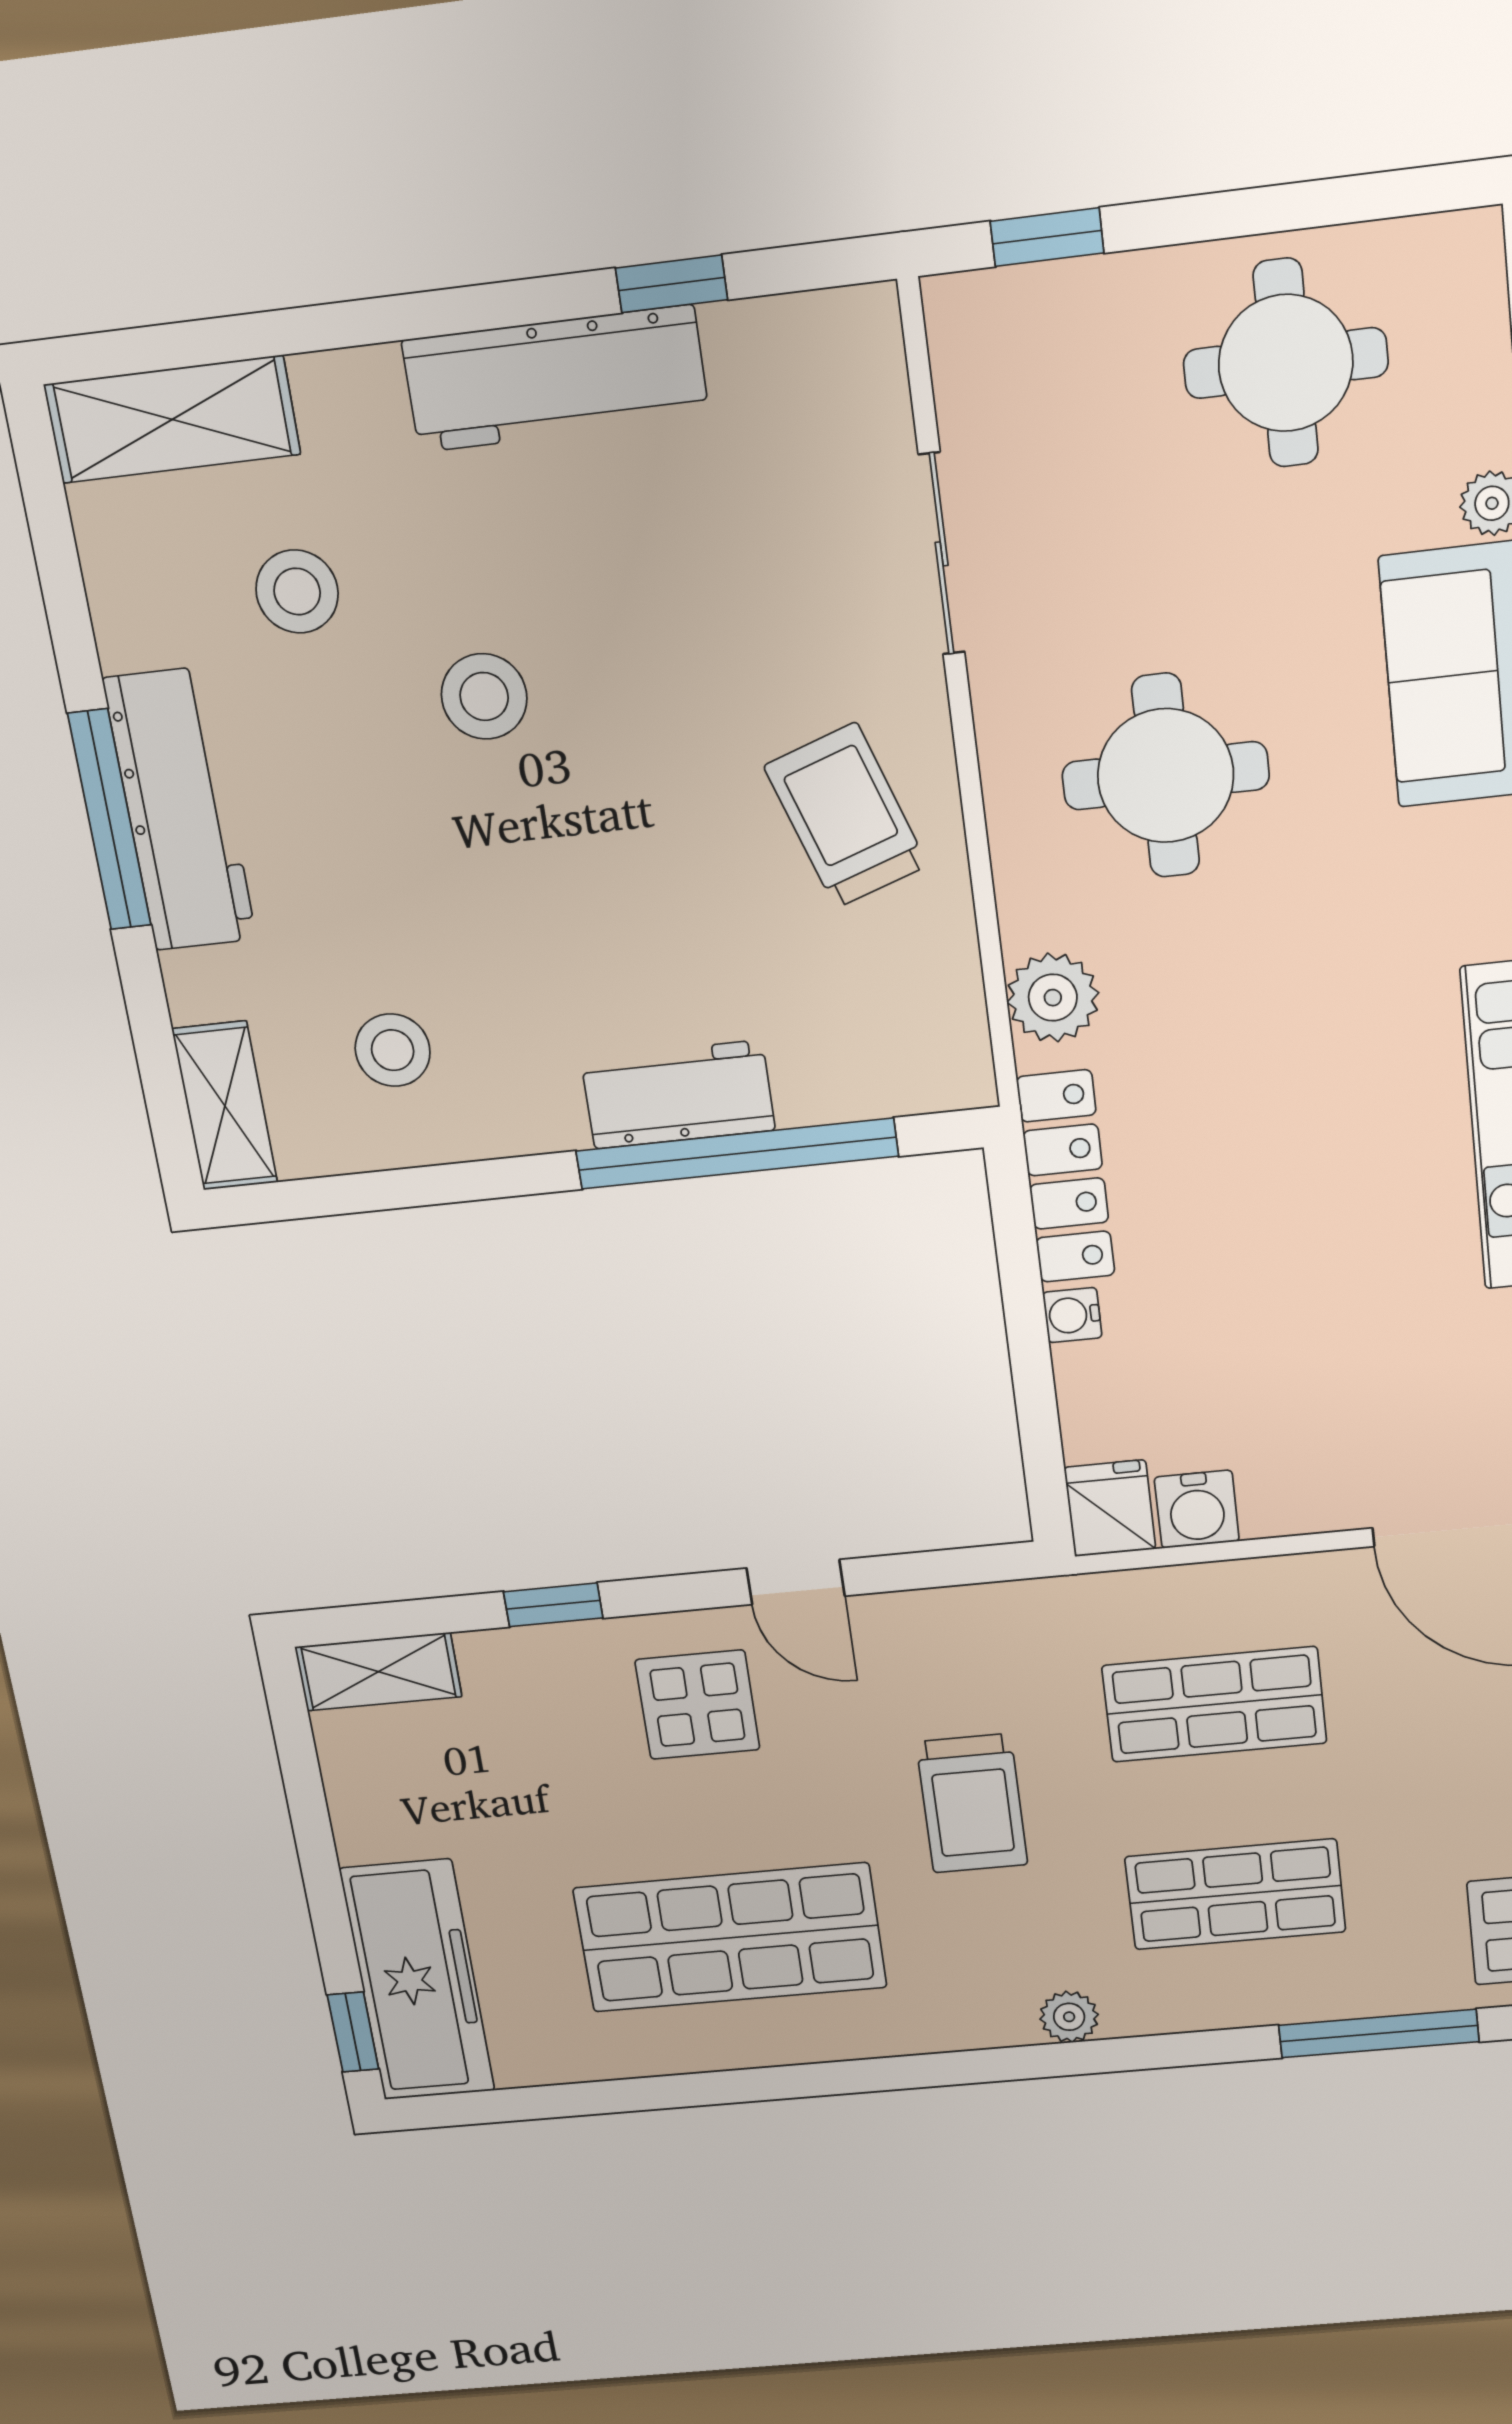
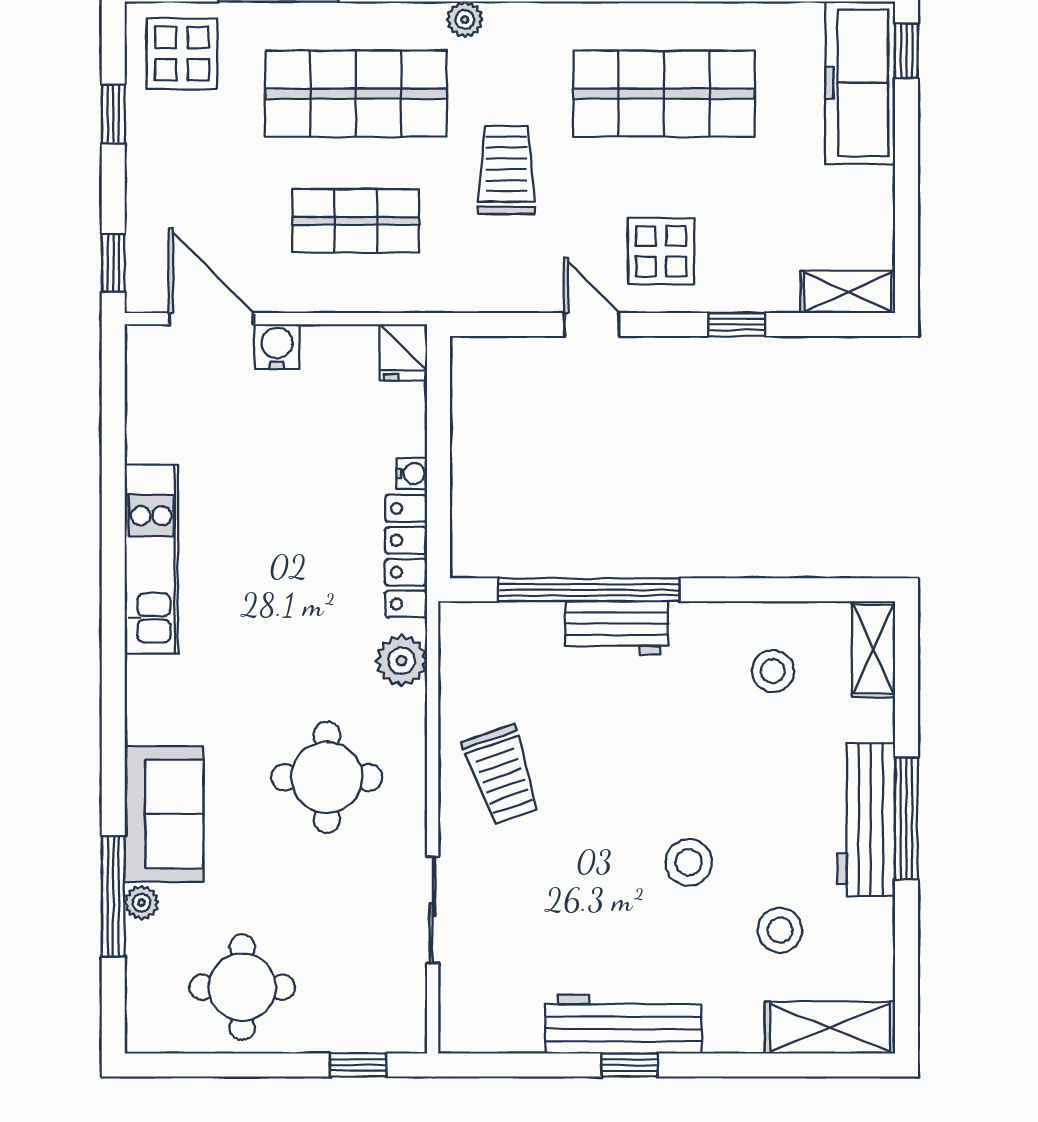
window: (672, 284) -> (630, 1065), moved
water cooler: (1197, 1509) -> (277, 347), moved
shop shelf: (1235, 1894) -> (356, 94), width x1.43, depth x1.36

